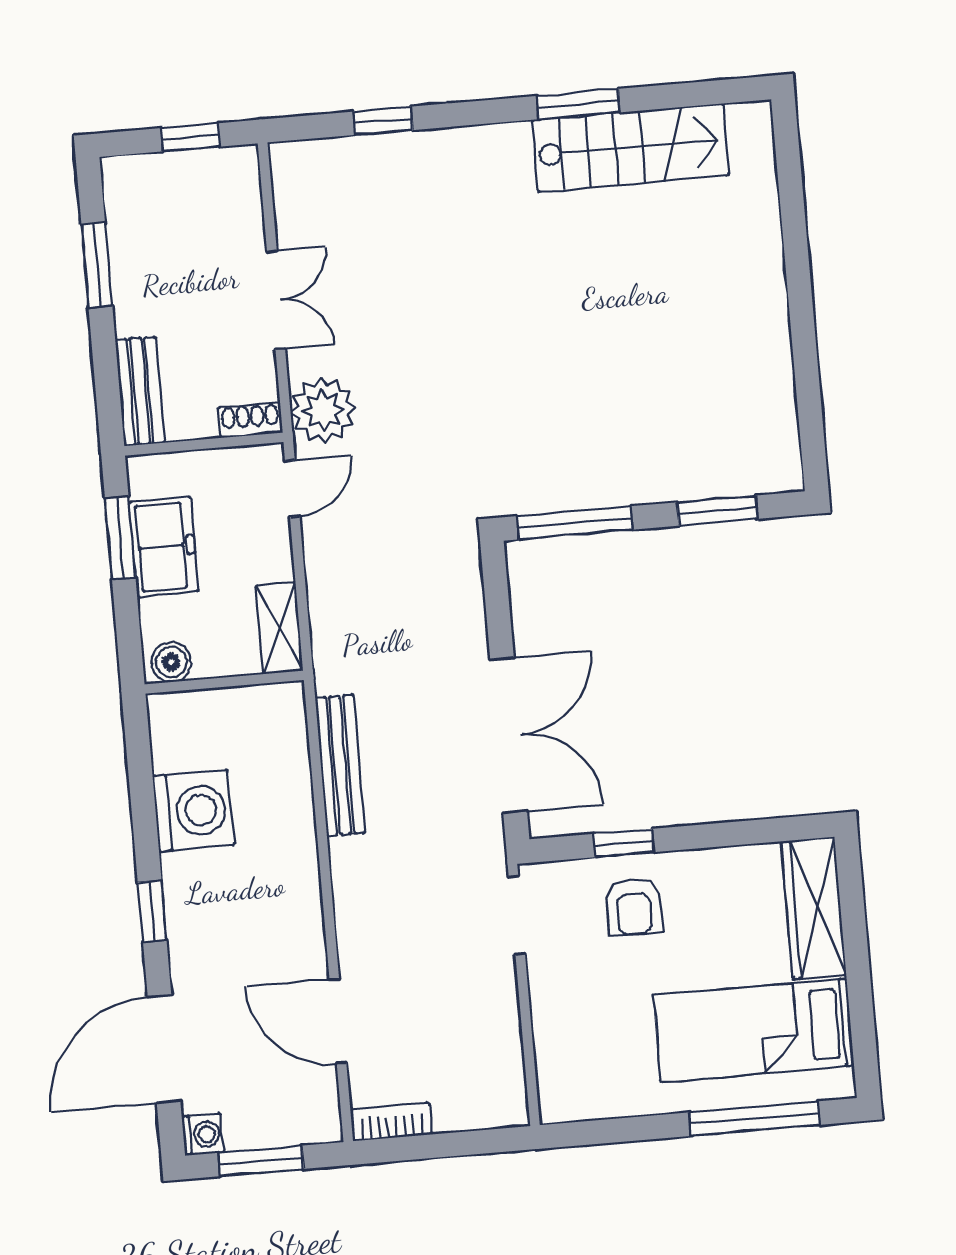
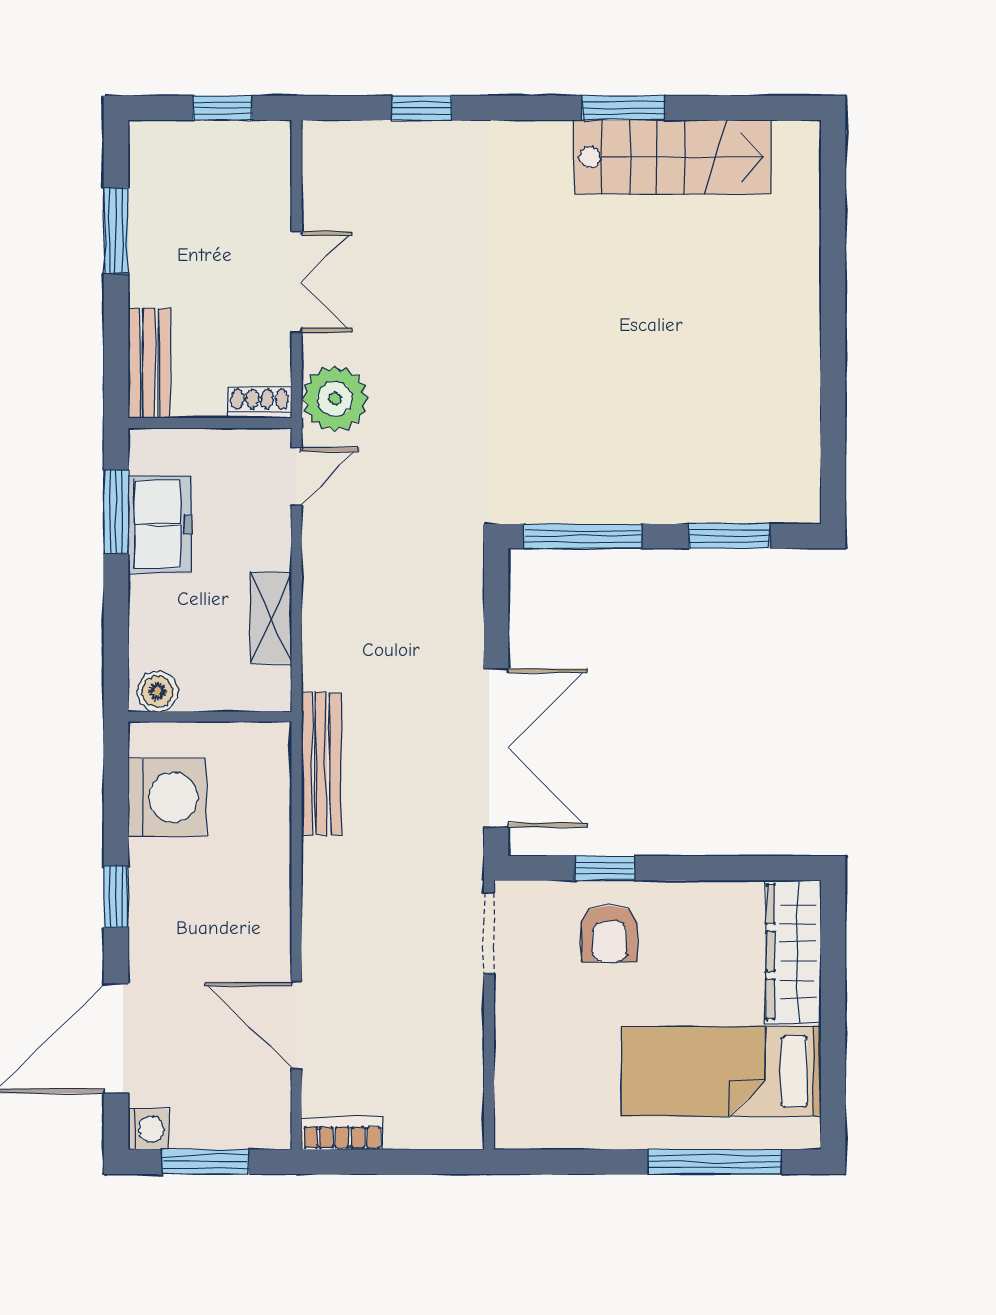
boiler: (171, 662) -> (157, 691), moved
wall: (224, 682) -> (210, 717), moved

